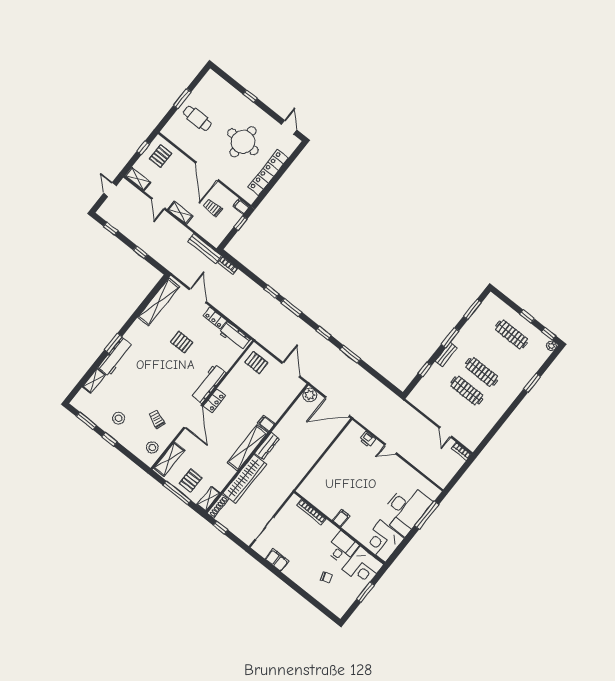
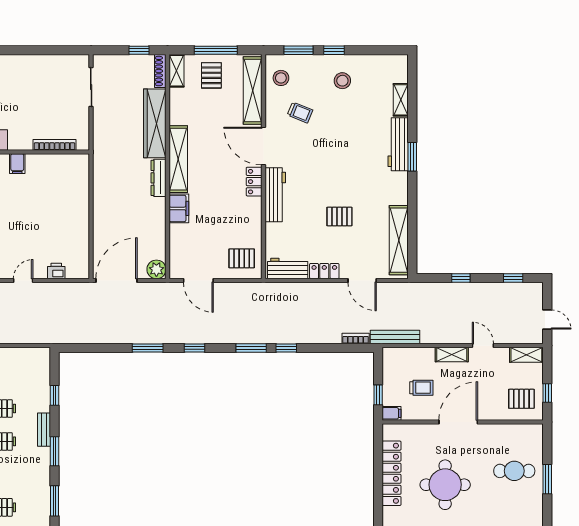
pallet: (161, 156) -> (521, 399), turned 90
door: (207, 172) -> (458, 422), hinge flipped
window: (86, 421) -> (298, 50), moved
filing cabinet: (266, 424) -> (179, 208), width x2.00
shelving: (169, 459) -> (253, 91), width x1.47
filing cabinet: (277, 560) -> (50, 64), removed

